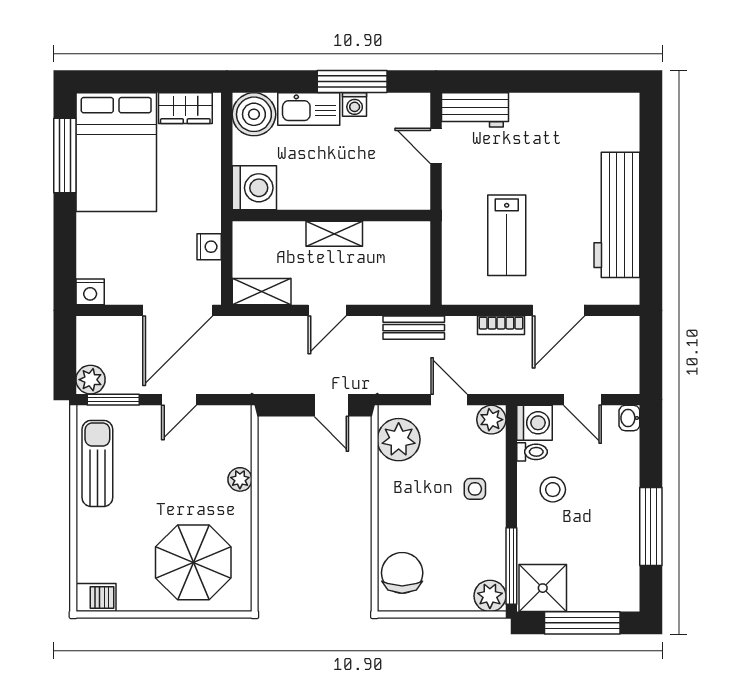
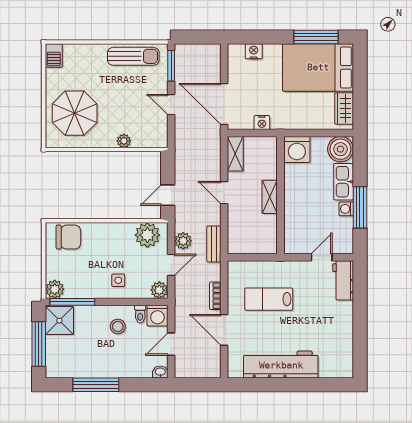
nightstand: (90, 292) -> (254, 51), moved, turned 90
plant: (91, 380) -> (183, 241), moved

